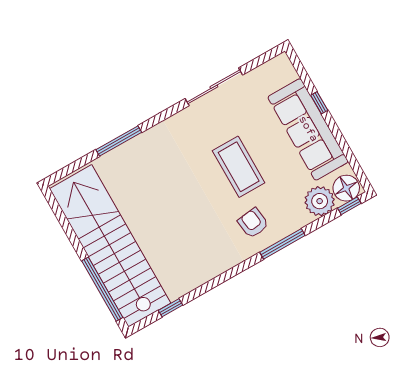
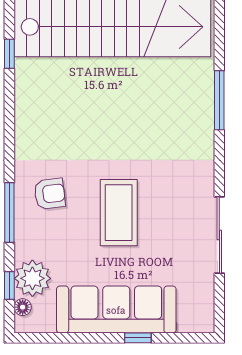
coffee table: (239, 167) -> (119, 213), turned 90
floor lamp: (346, 188) -> (23, 307), width x0.53, depth x0.53
window: (349, 206) -> (9, 285), moved

